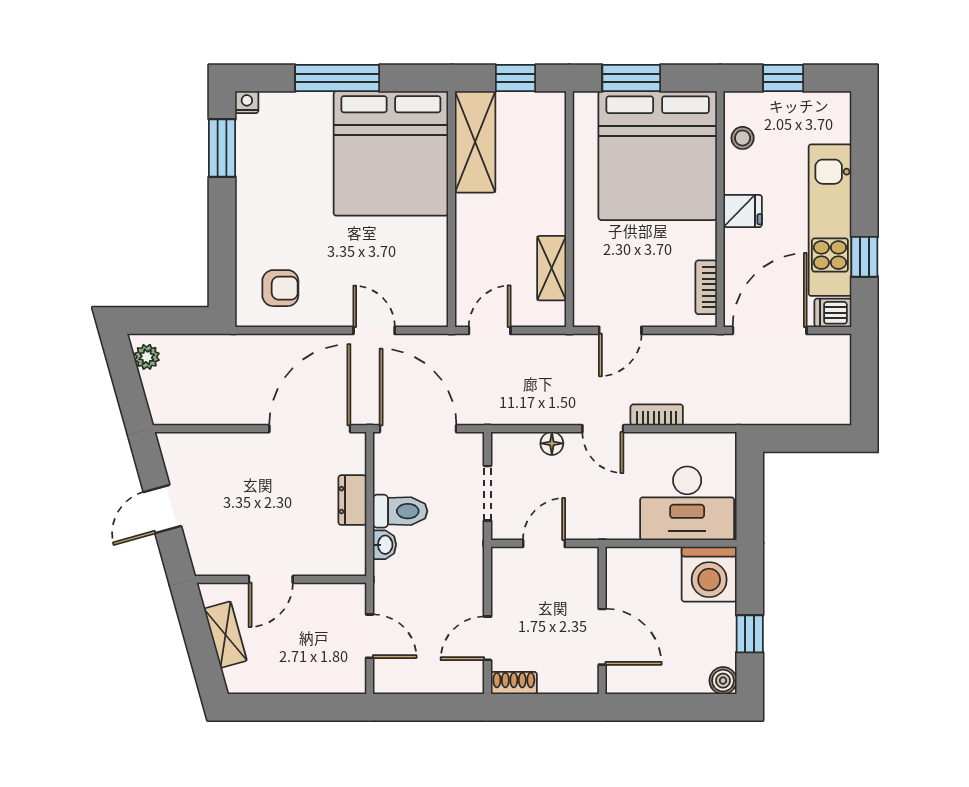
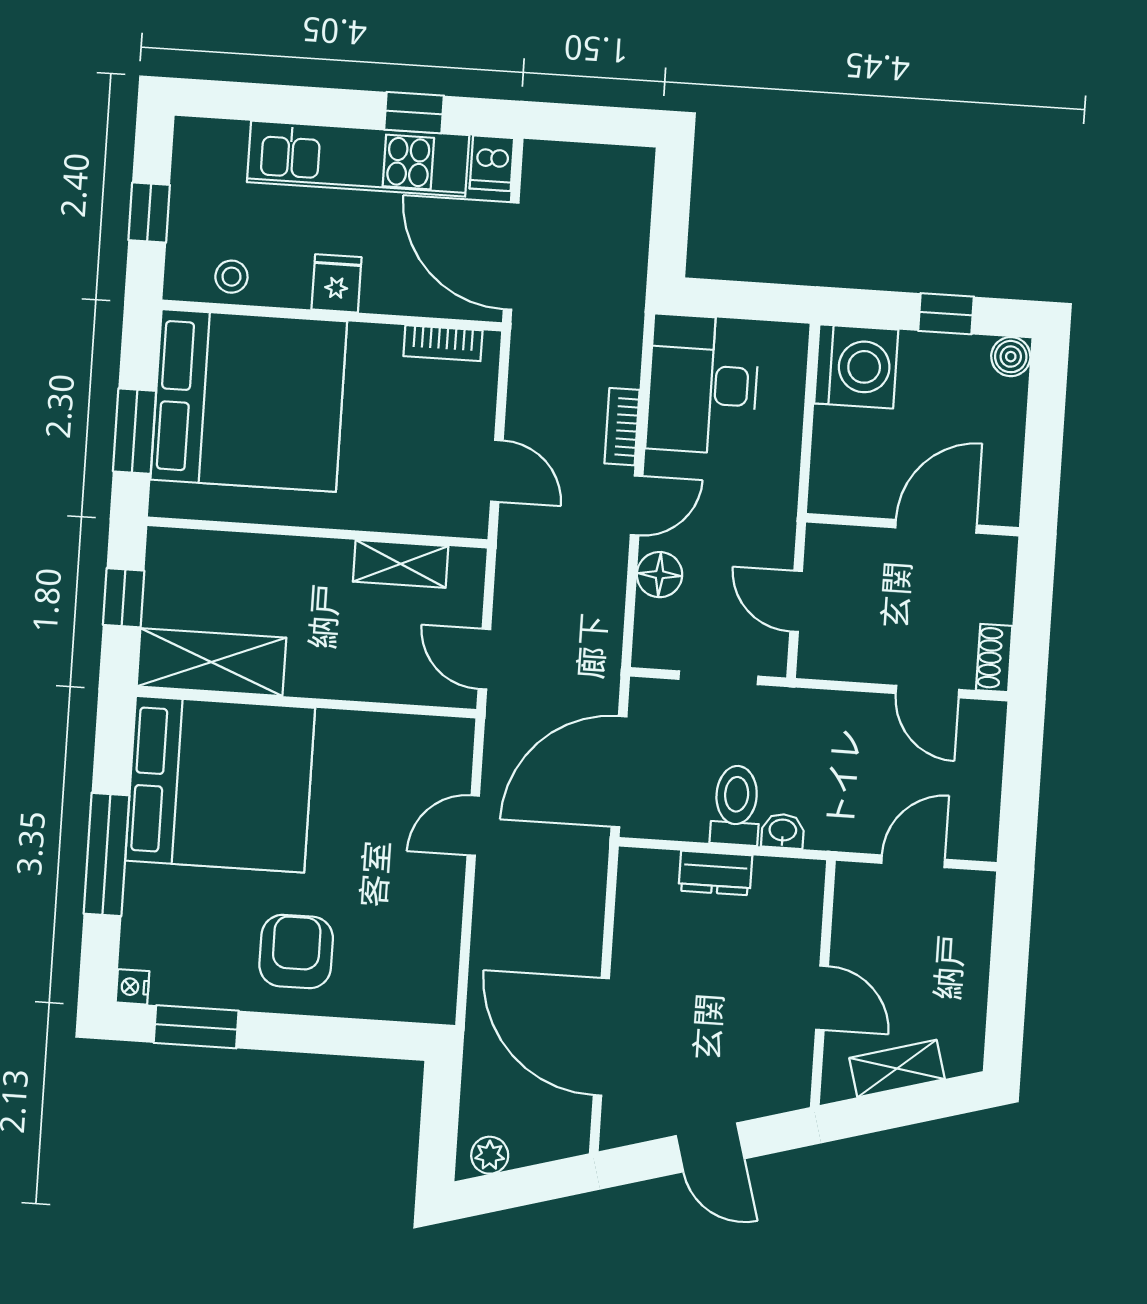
armchair: (280, 288) -> (296, 952), moved, width x1.38, depth x1.38
door: (310, 429) -> (601, 1037), moved
floor lamp: (552, 443) -> (660, 575), width x1.37, depth x1.37
desk: (687, 503) -> (703, 384), moved, turned 180

